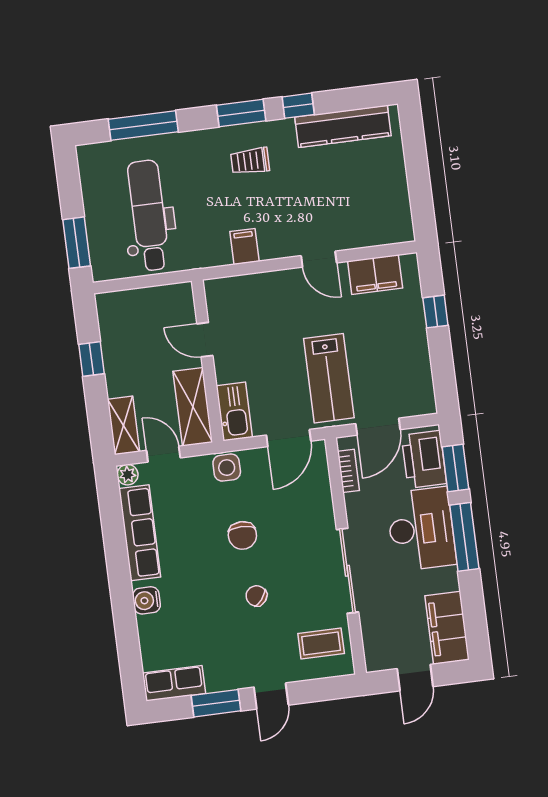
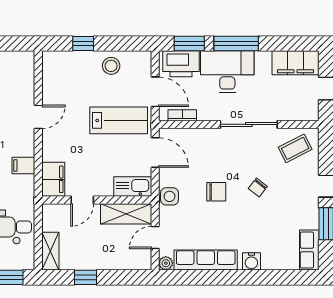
filing cabinet: (375, 275) -> (53, 179), moved
stool: (408, 357) -> (111, 66), added
shelving: (124, 425) -> (50, 251), moved, turned 90
coffee table: (321, 643) -> (295, 148), turned 63

